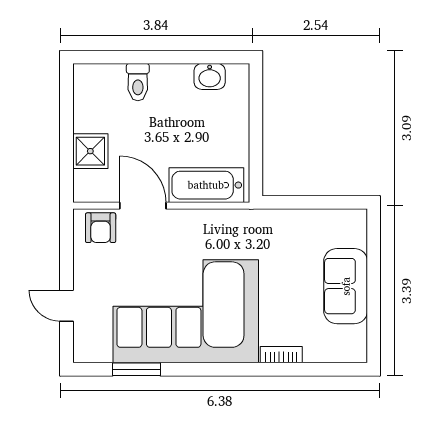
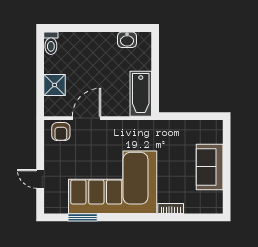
toilet: (138, 82) -> (51, 43), moved
bathtub: (206, 185) -> (141, 94), moved, turned -90
door: (143, 206) -> (87, 118), hinge flipped

